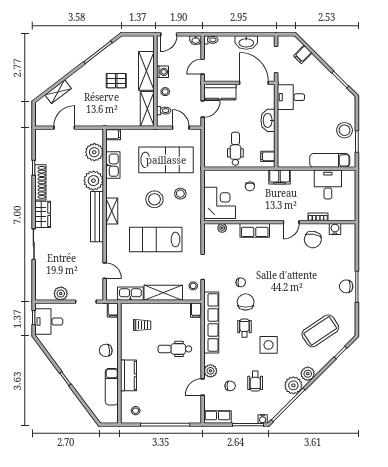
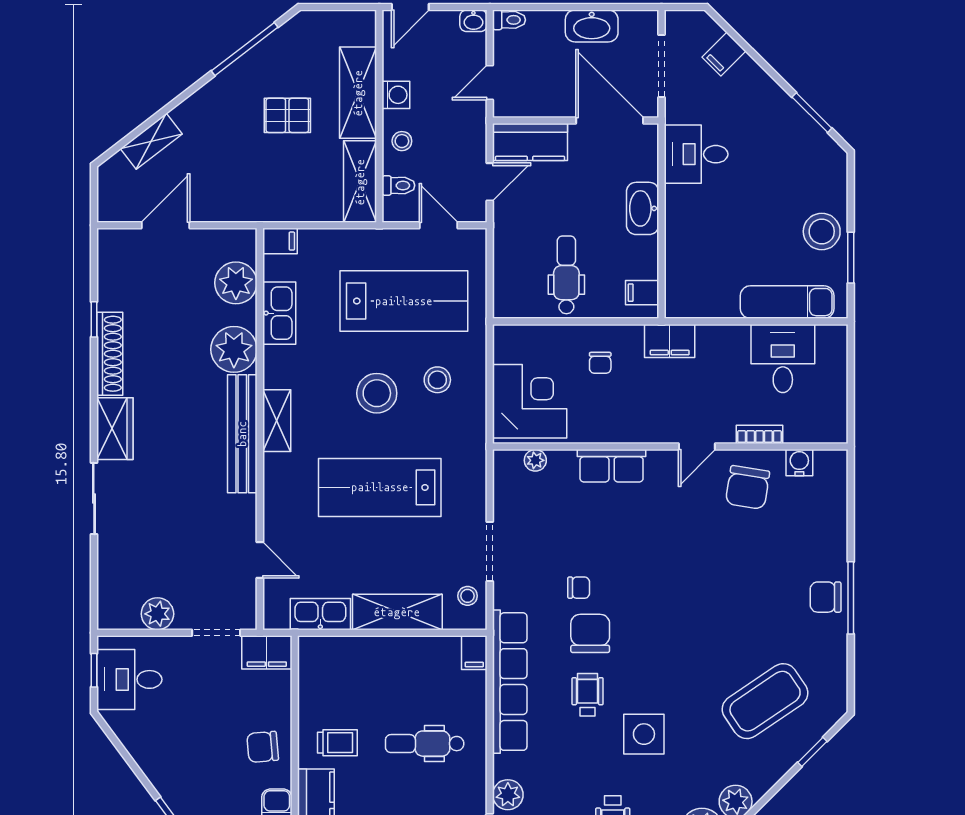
filing cabinet: (113, 310) -> (267, 652), width x2.00
trolley: (142, 325) -> (337, 743), moved

